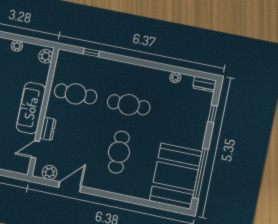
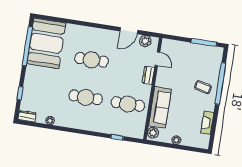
sofa: (31, 108) -> (160, 107), moved
door: (35, 149) -> (157, 59), hinge flipped
cafe table: (119, 152) -> (91, 60), turned 90

